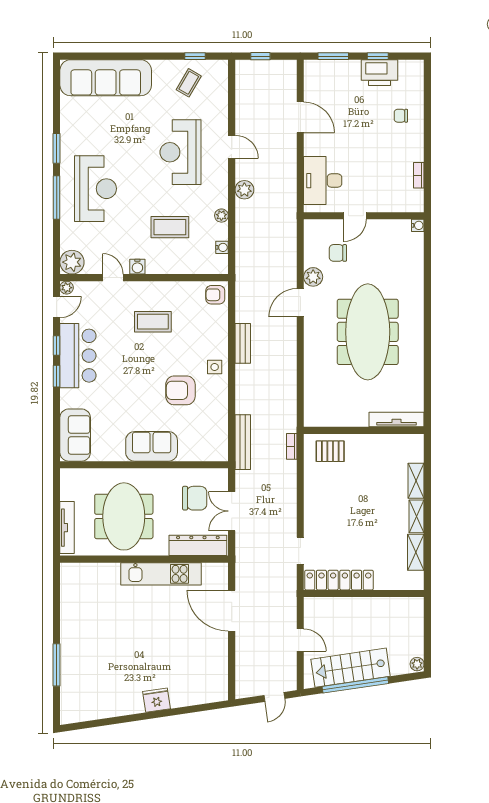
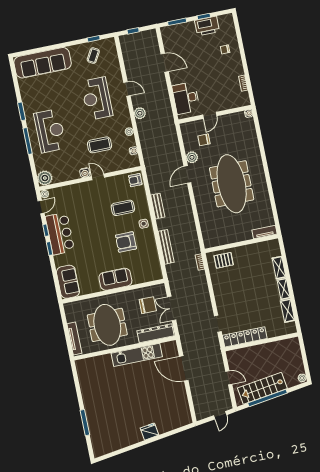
door: (113, 278) -> (98, 177), moved
coffee table: (153, 322) -> (123, 208), moved
tv unit: (397, 420) -> (265, 232), width x0.71
bench: (243, 442) -> (166, 247), moved

